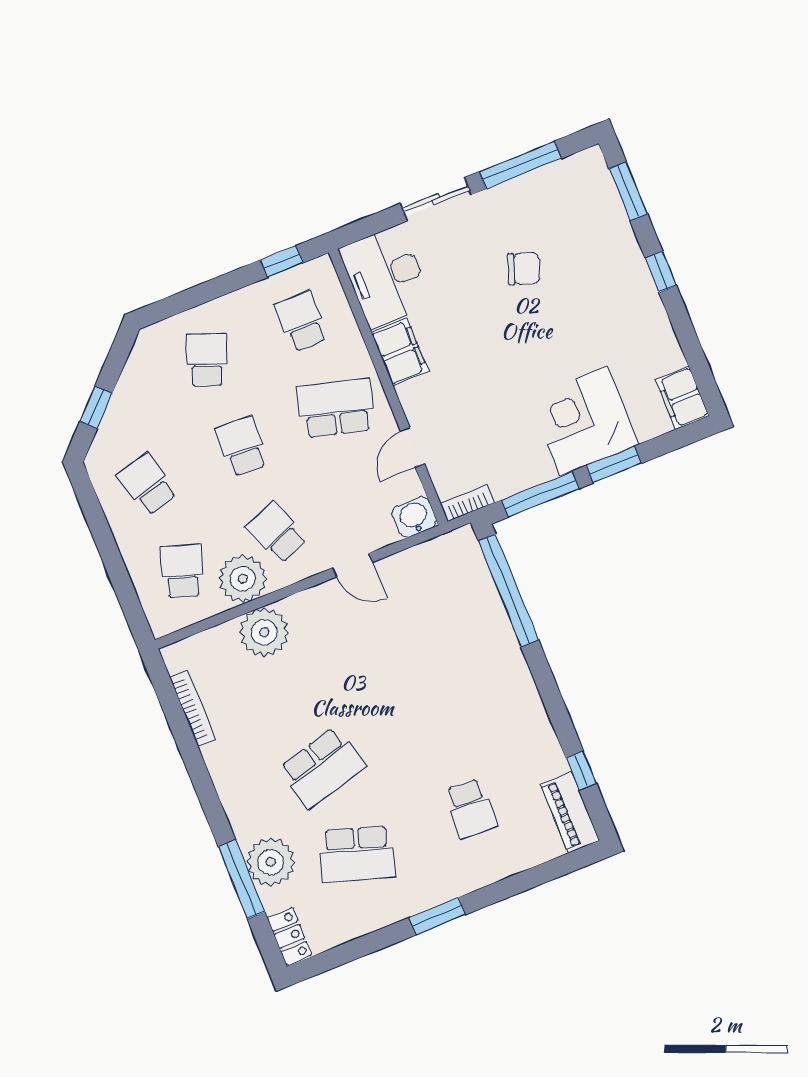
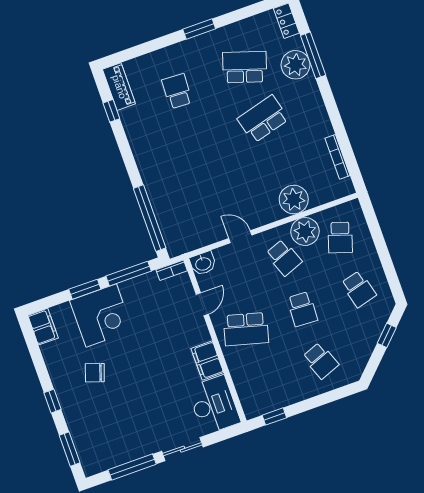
chair: (524, 269) -> (95, 373), moved
school desk: (301, 322) -> (264, 381), removed
school desk: (207, 360) -> (321, 361), turned -42

